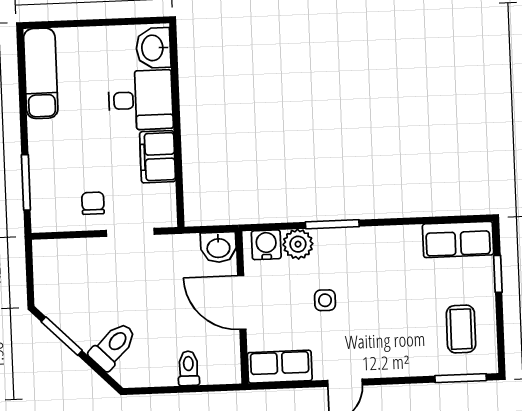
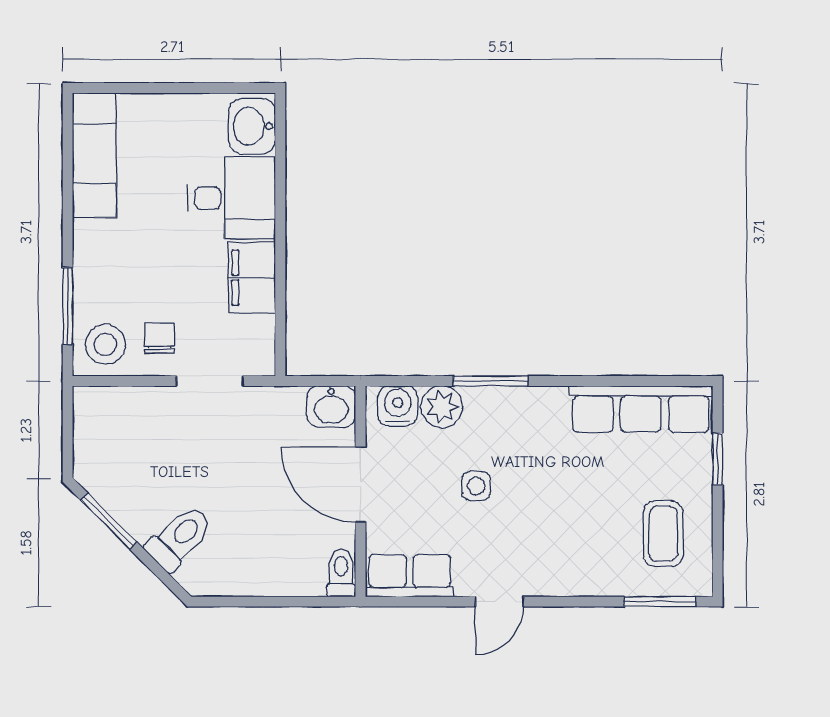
stool: (54, 209) -> (105, 344), added
row of seats: (458, 239) -> (641, 409), width x1.48
toilet: (188, 368) -> (341, 573), moved

